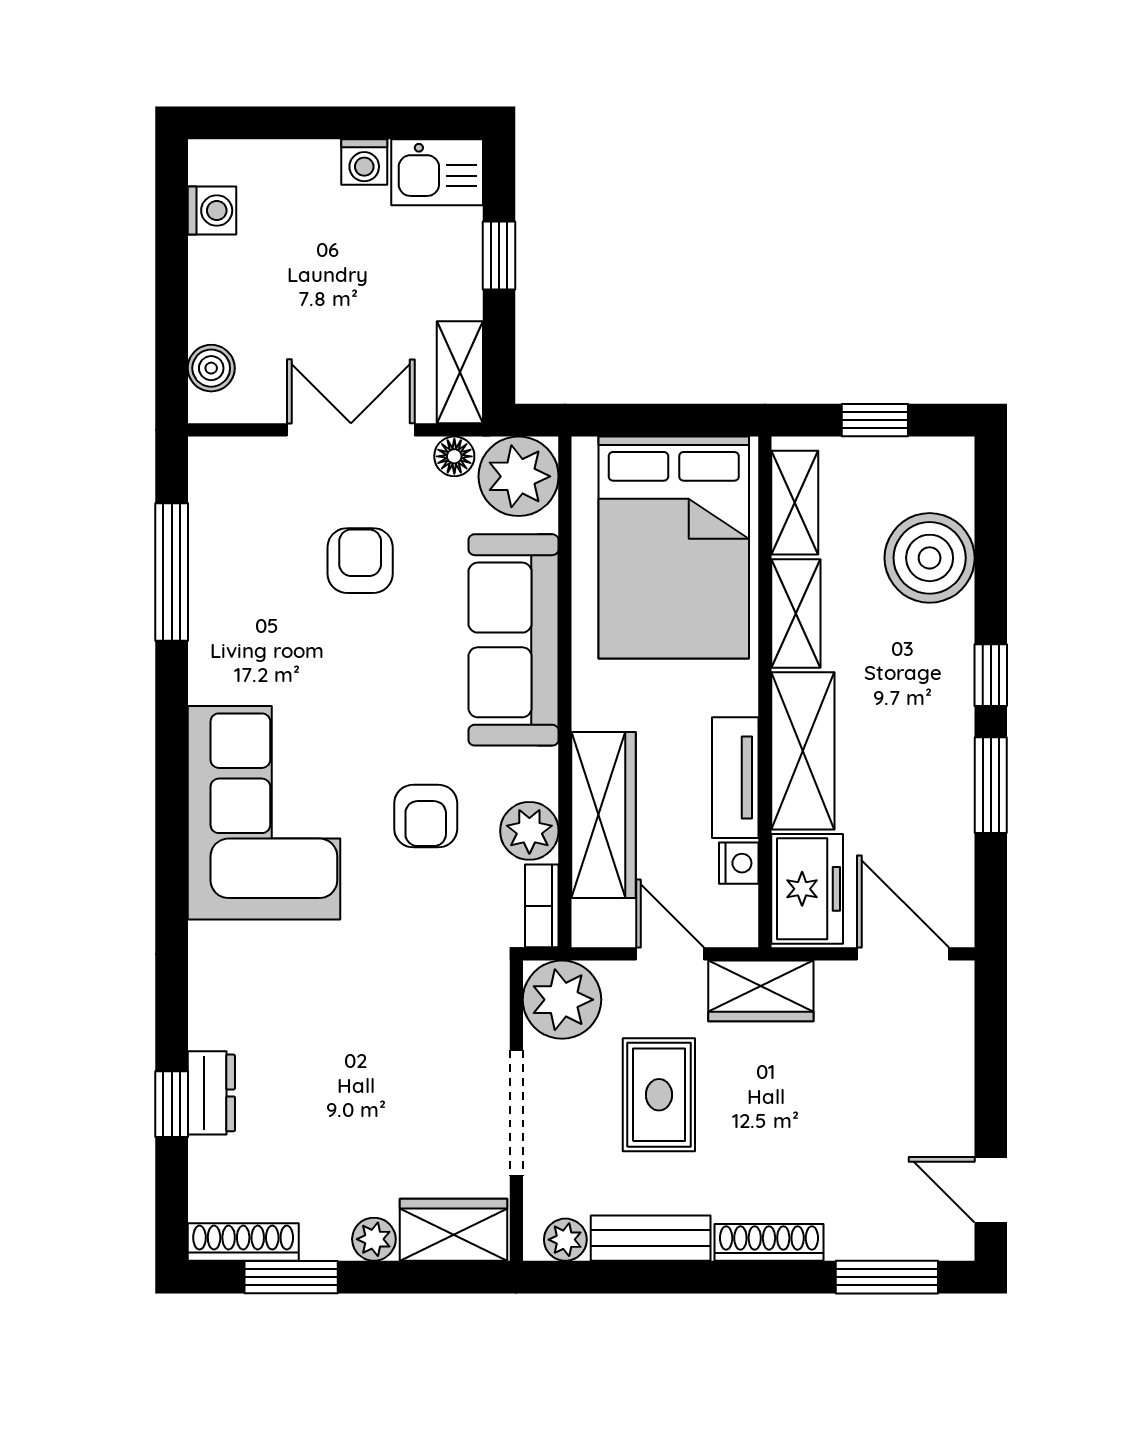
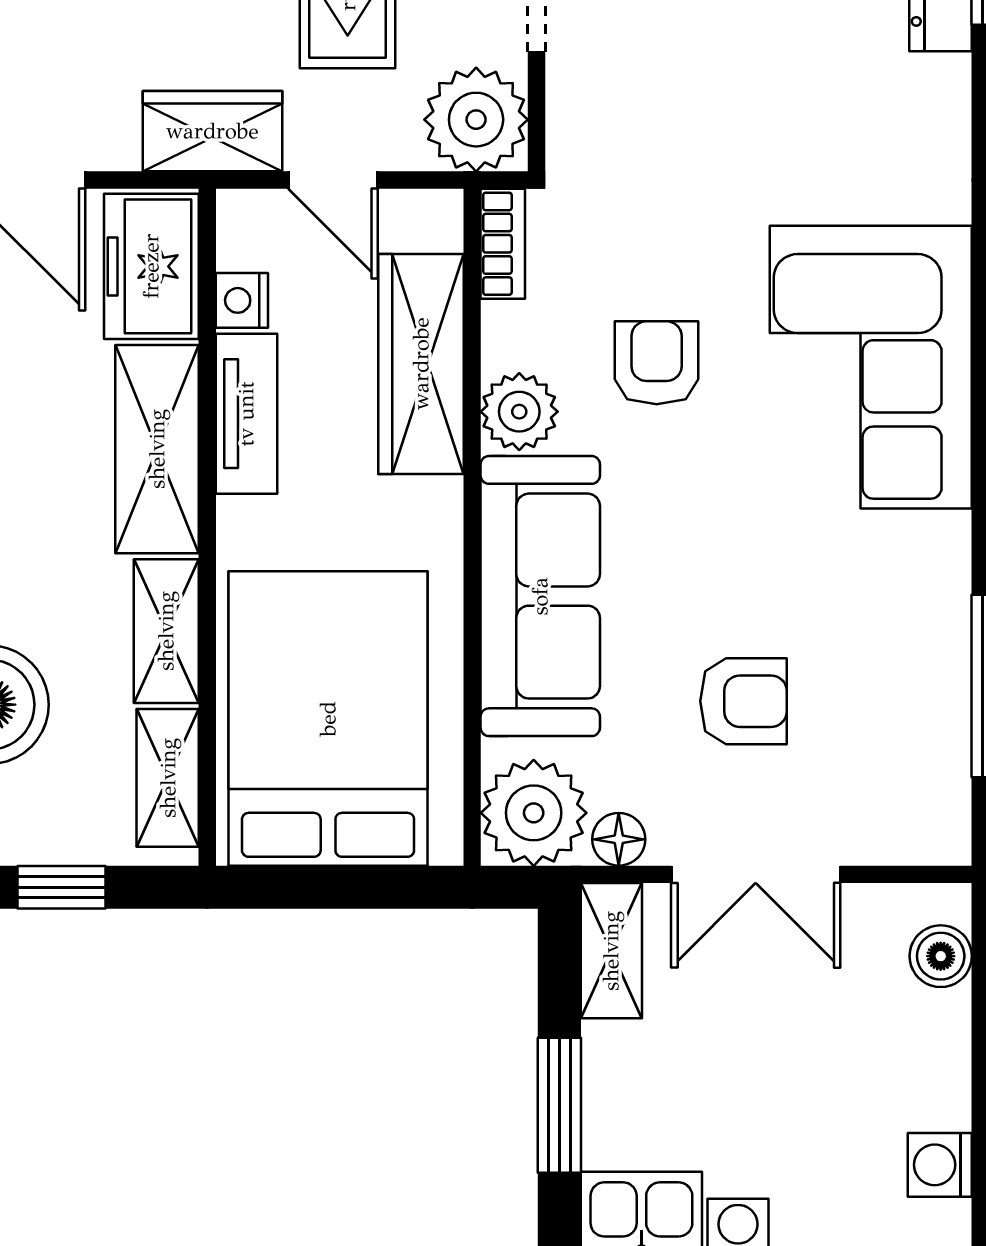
window: (499, 255) -> (559, 1105), width x1.50
armchair: (360, 561) -> (743, 701), turned -90
plant: (529, 831) -> (519, 412), moved

